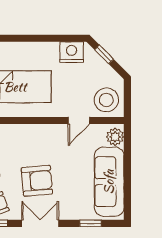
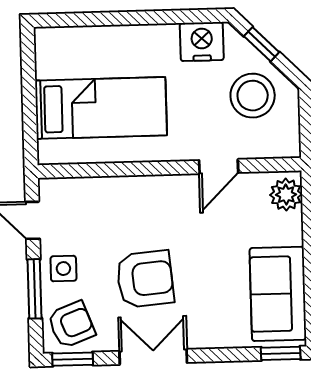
stool: (106, 100) -> (253, 96), moved
sofa: (109, 182) -> (278, 294), width x0.73
window: (91, 223) -> (281, 353), moved

